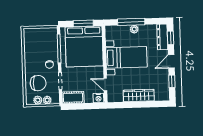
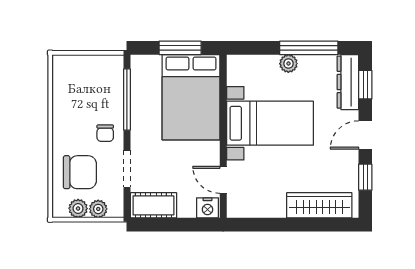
window: (131, 22) -> (309, 48), moved
bed: (84, 47) -> (191, 97), width x0.73
wardrobe: (139, 95) -> (319, 205), moved

